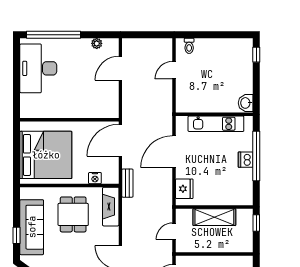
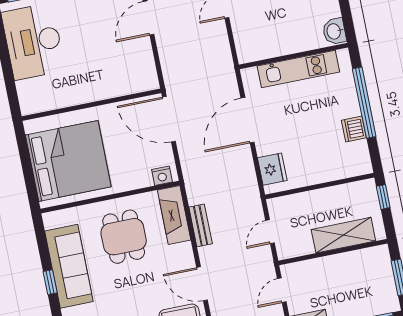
door: (120, 140) -> (169, 119), hinge flipped
dishwasher: (246, 160) -> (354, 129), moved
nightstand: (95, 178) -> (162, 176), moved
bench: (127, 183) -> (201, 225), moved
shelving: (214, 217) -> (343, 235), moved

